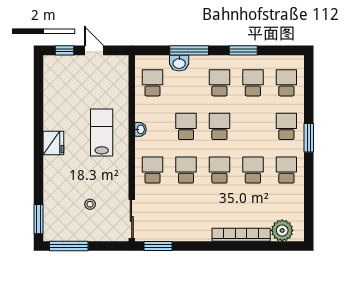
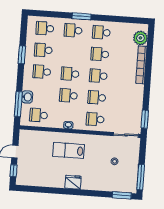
window: (189, 50) -> (18, 104), moved

